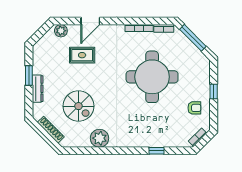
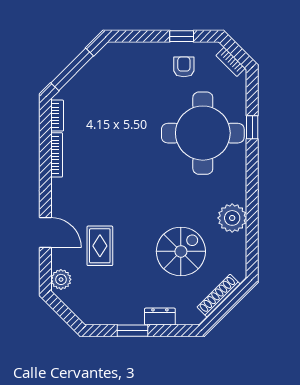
round table: (152, 77) -> (203, 133), moved
dresser: (38, 89) -> (160, 317), width x0.70
window: (214, 91) -> (182, 36), moved

